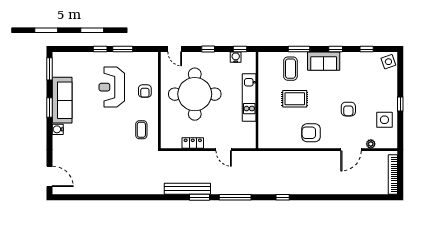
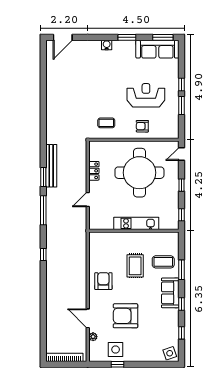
water cooler: (236, 57) -> (174, 211), removed
sofa: (62, 100) -> (157, 49), moved
window: (400, 104) -> (117, 364), moved
armchair: (348, 109) -> (125, 316), width x1.88, depth x1.88

